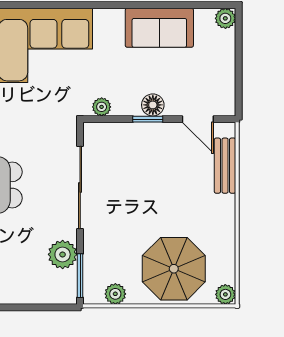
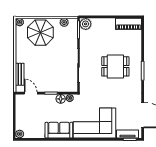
sofa: (159, 28) -> (59, 130), moved
floor lamp: (153, 105) -> (61, 99), moved
plant: (63, 254) -> (86, 24), moved

